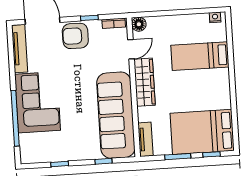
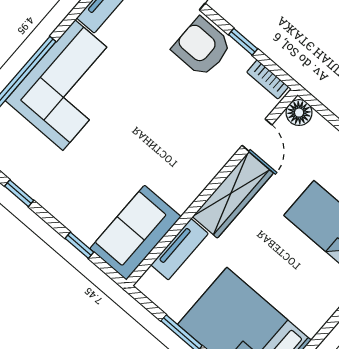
door: (131, 49) -> (257, 135), hinge flipped
sofa: (116, 115) -> (135, 233), width x0.54, depth x0.79
tv unit: (145, 139) -> (180, 249), moved

